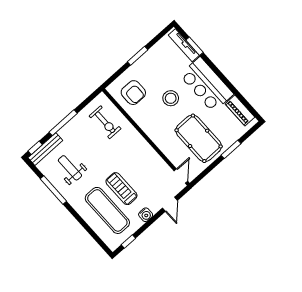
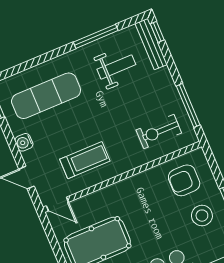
stool: (171, 98) -> (202, 216), moved
window: (63, 123) -> (188, 105), moved
treadmill: (121, 189) -> (85, 160), moved

